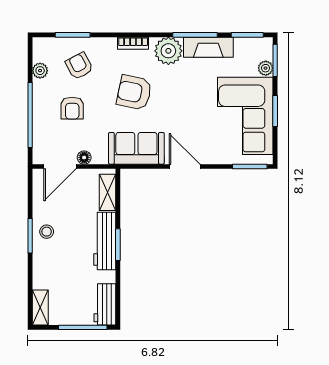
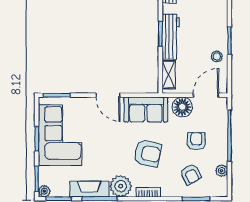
plant: (266, 68) -> (44, 191), moved
floor lamp: (84, 158) -> (182, 107), width x1.89, depth x1.89
stool: (47, 232) -> (217, 56), moved

